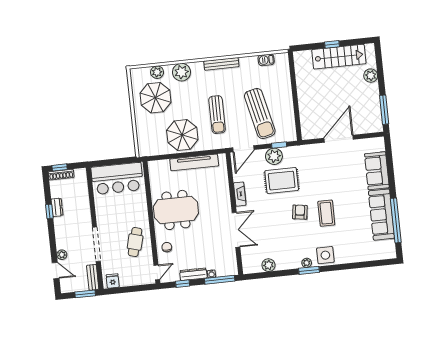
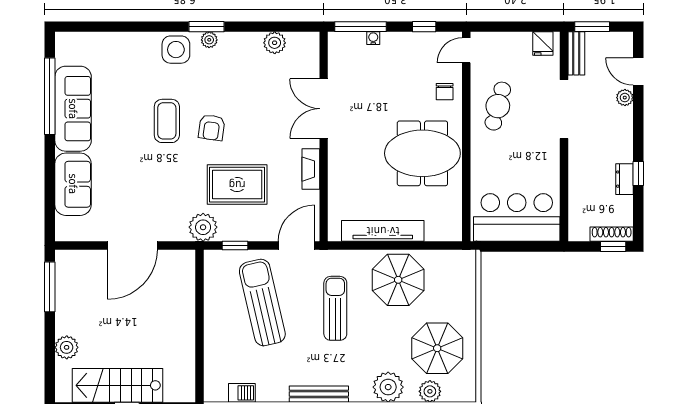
plant: (274, 156) -> (203, 227), moved
dresser: (193, 274) -> (404, 41), removed

